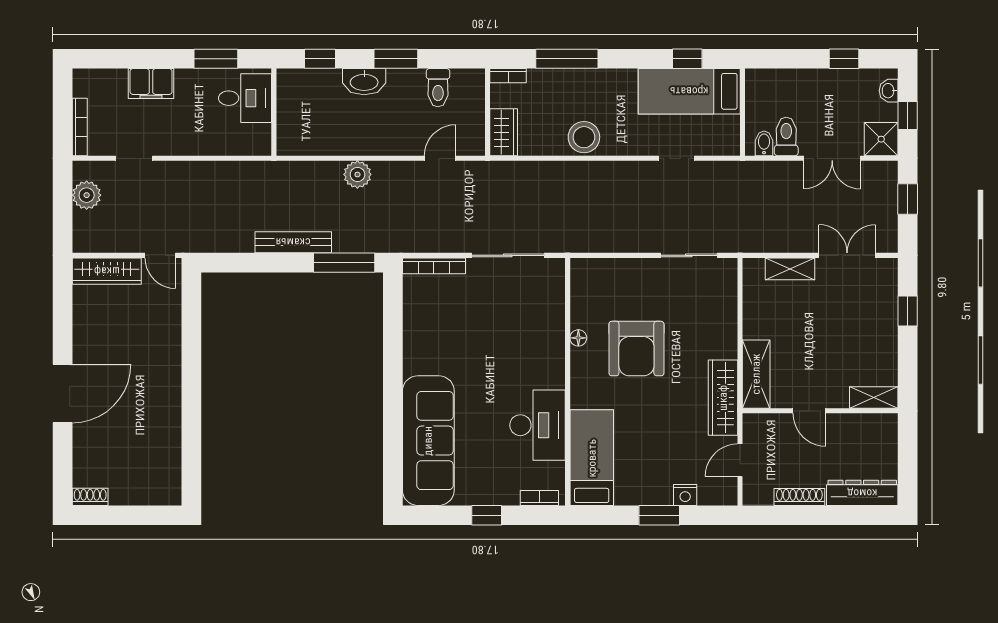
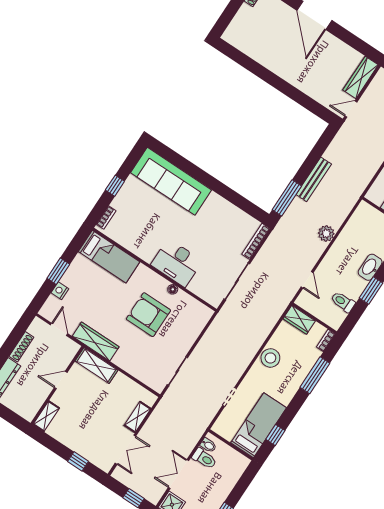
desk: (538, 425) -> (177, 263), moved

